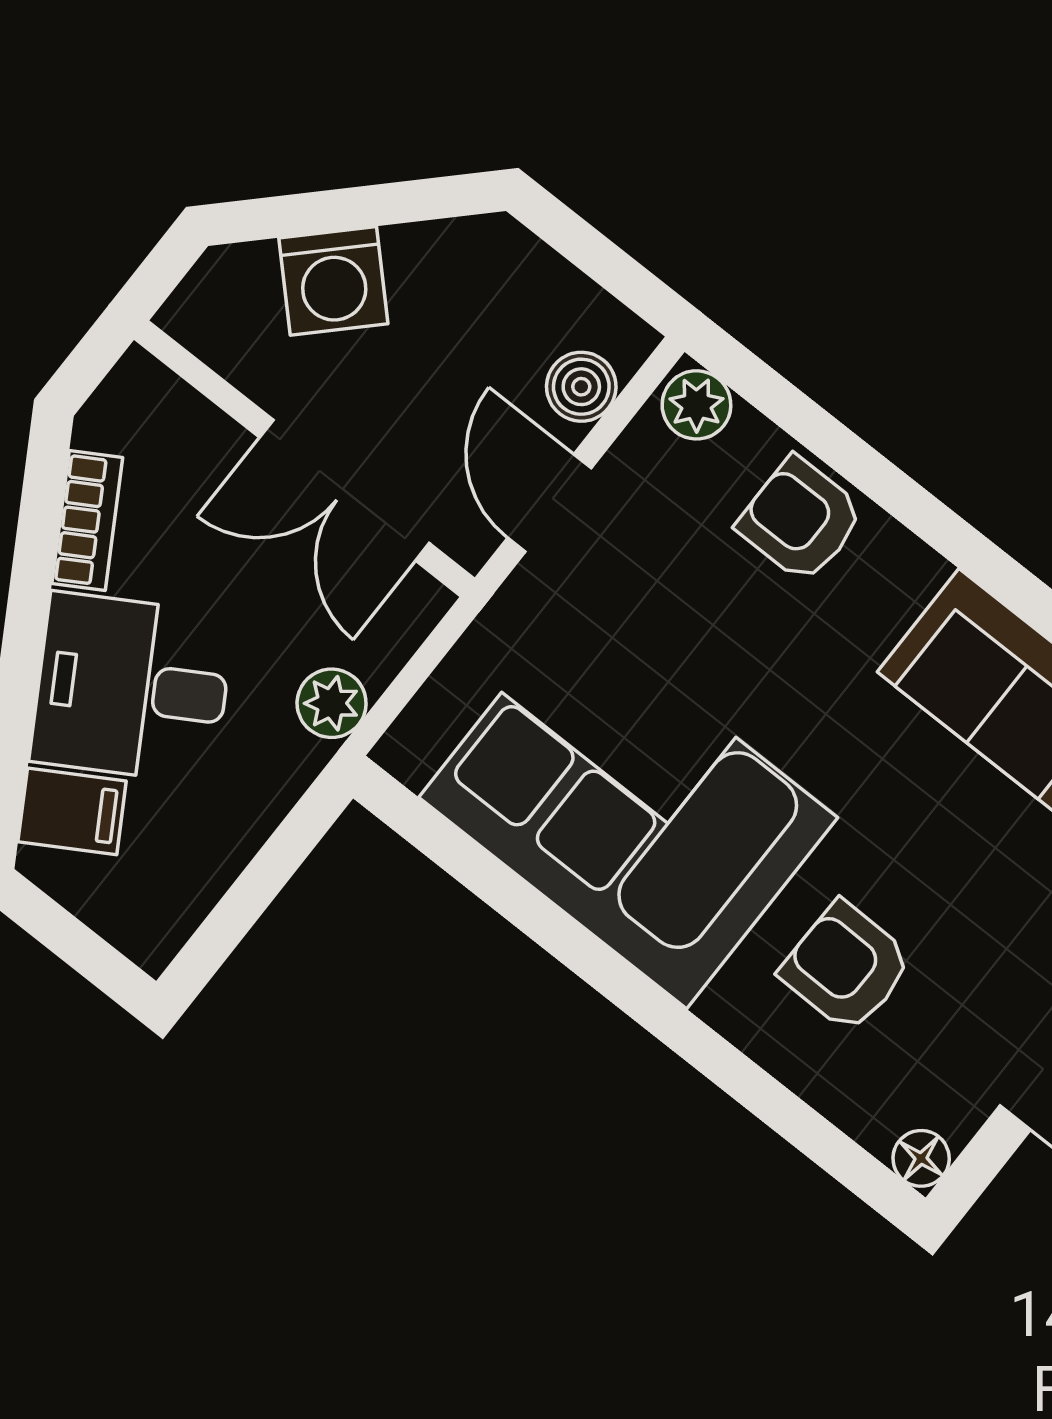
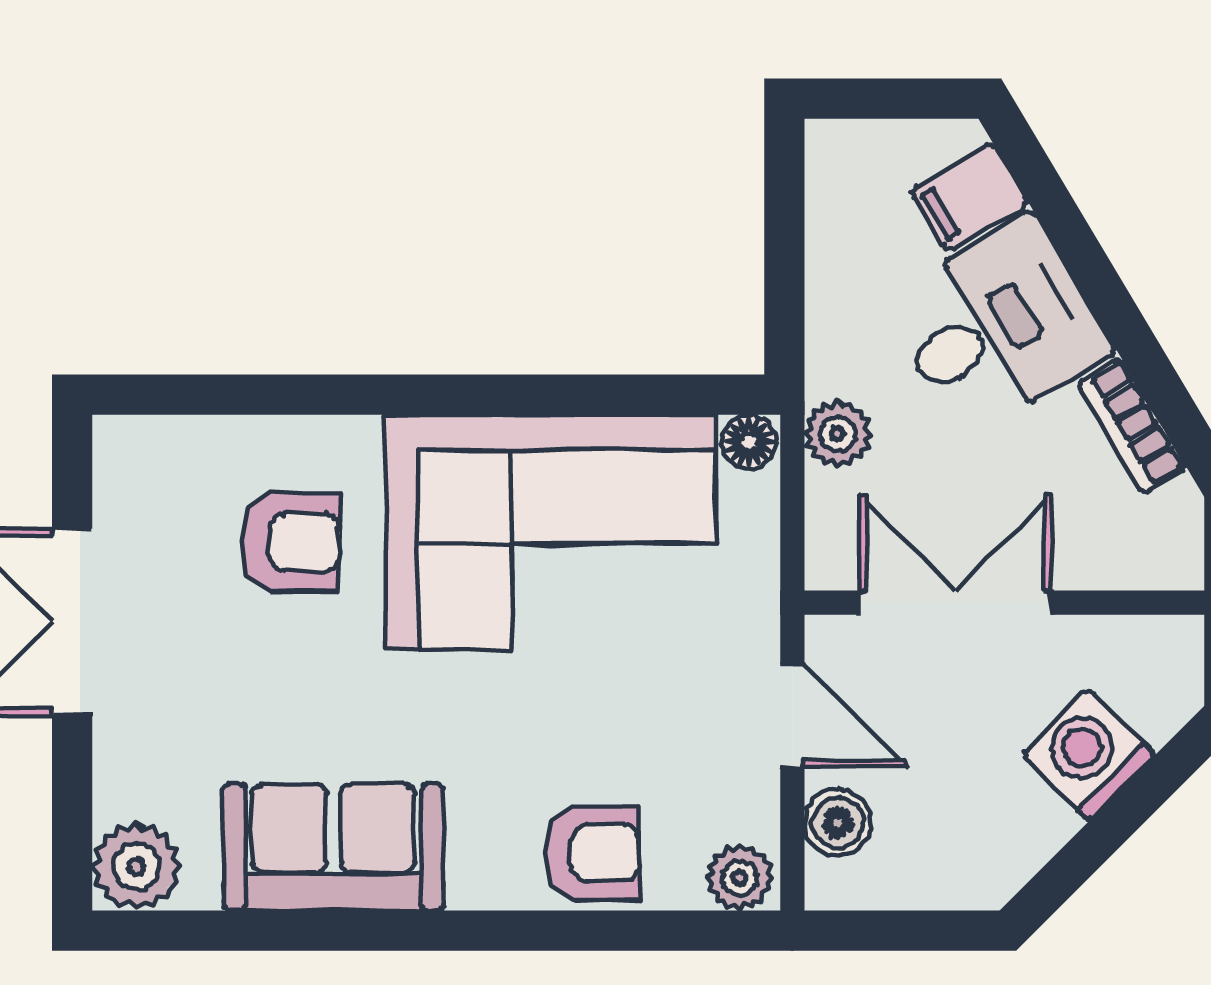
floor lamp: (921, 1158) -> (749, 442), moved

